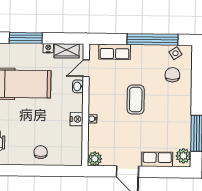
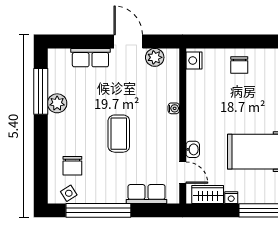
door: (86, 68) -> (183, 173), hinge flipped
nightstand: (77, 119) -> (194, 60), moved
plant: (183, 156) -> (57, 103), moved
plant: (95, 159) -> (155, 57), moved

